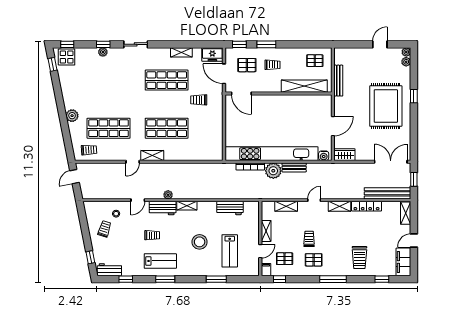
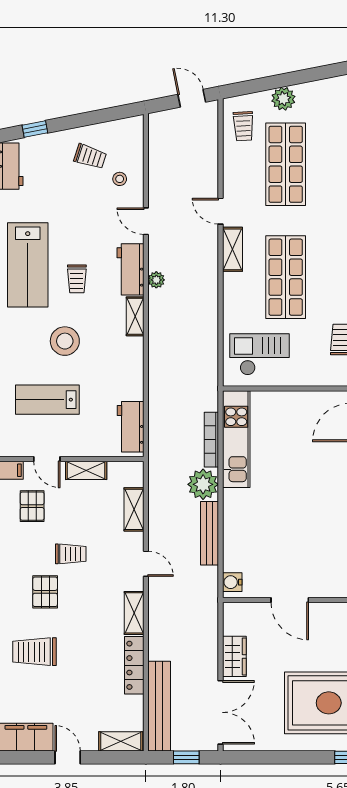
plant: (72, 116) -> (283, 99), moved
checkout: (206, 142) -> (259, 354), added
kitchen unit: (271, 154) -> (236, 439), width x0.54
wardrobe: (344, 155) -> (234, 656), moved
bench: (294, 167) -> (209, 533), width x1.36
workbench: (230, 208) -> (131, 427), moved
trolley: (152, 235) -> (77, 279), moved
pallet: (314, 260) -> (45, 592), moved
lab bench: (160, 261) -> (28, 265), width x1.36, depth x1.39

